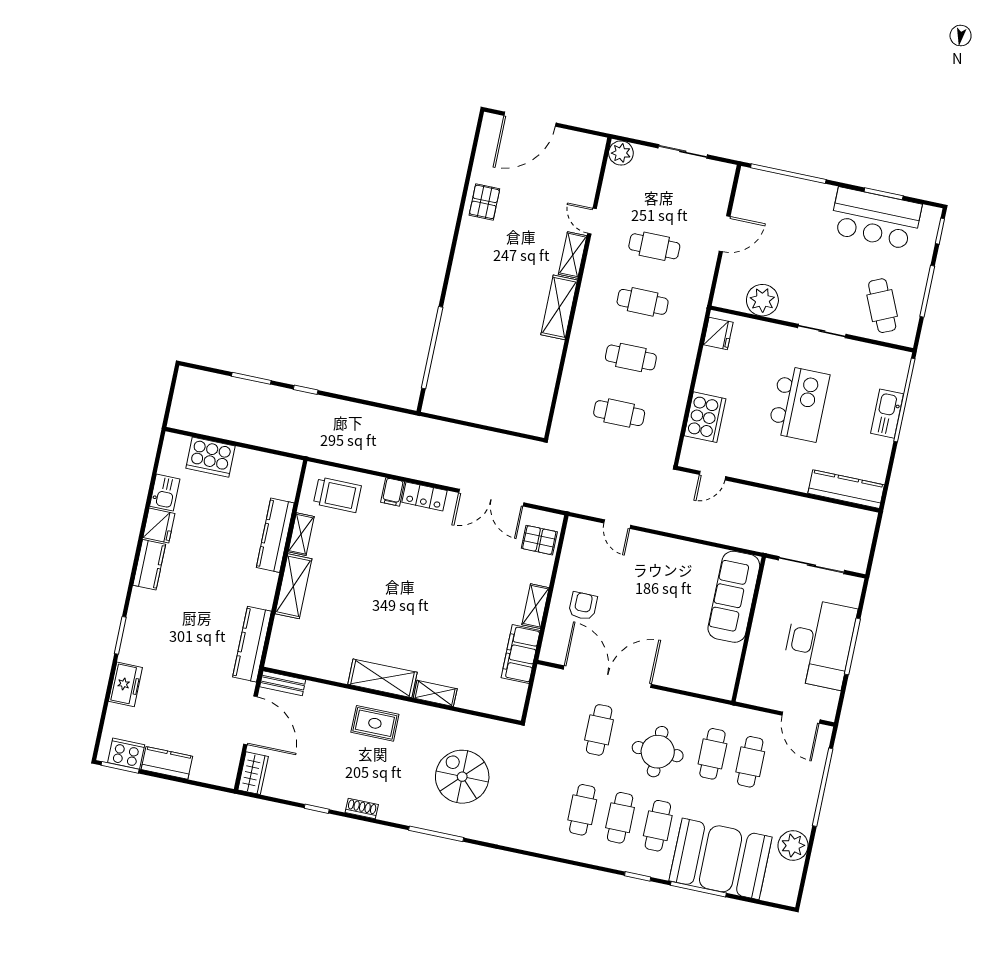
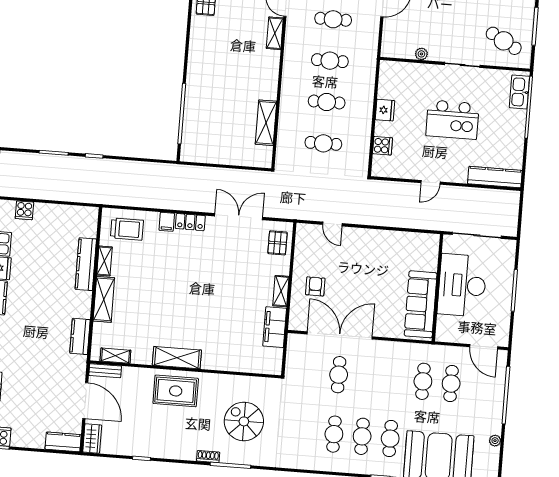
plant: (762, 300) -> (421, 54), width x0.53, depth x0.53
cafe table: (882, 306) -> (504, 41), turned -37
shelving: (559, 307) -> (266, 123), moved
fridge: (718, 333) -> (385, 110), moved
kitchen island: (799, 404) -> (452, 120), turned 90
kitchen sink: (887, 414) -> (519, 92), moved
cooker: (705, 417) -> (382, 146), width x0.53, depth x0.76
cooker: (210, 457) -> (24, 210), width x0.53, depth x0.76
door: (712, 476) -> (430, 182), moved
double door: (491, 498) -> (239, 217), swing flipped
pallet: (539, 540) -> (277, 243), turned 90
sofa: (734, 597) -> (421, 304), moved
desk: (819, 643) -> (462, 285), moved, turned 180
kitchen counter: (252, 644) -> (80, 336), width x0.67
shelving: (435, 693) -> (115, 356), moved
rug: (375, 723) -> (176, 391), width x1.36, depth x1.43
round table: (658, 752) -> (383, 385), removed
kitchen counter: (167, 763) -> (63, 442), moved
shoe rack: (362, 809) -> (208, 457), moved
plant: (793, 846) -> (495, 441), width x0.53, depth x0.53

